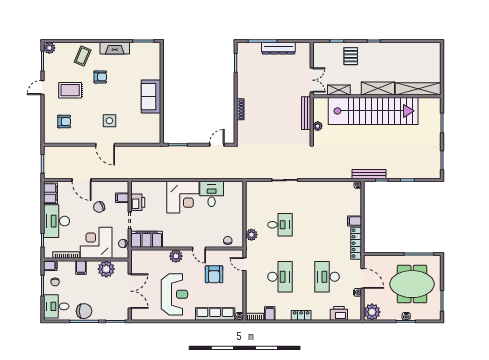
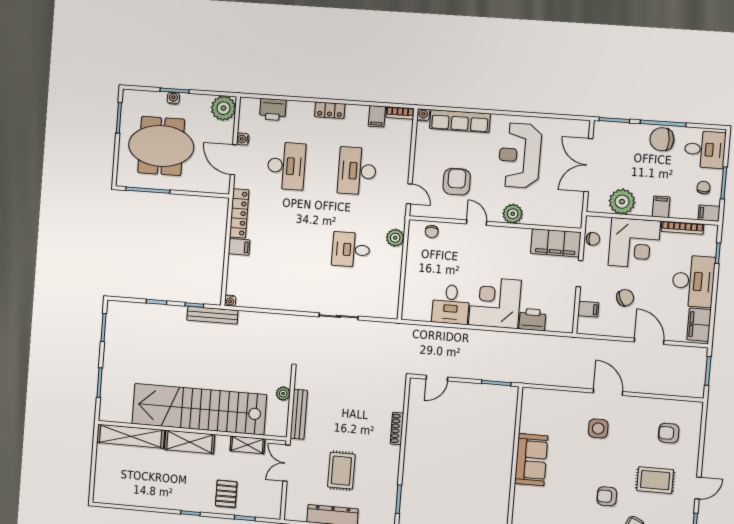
rug: (275, 78) -> (341, 471), added
printer: (138, 202) -> (532, 320), moved, turned 90

